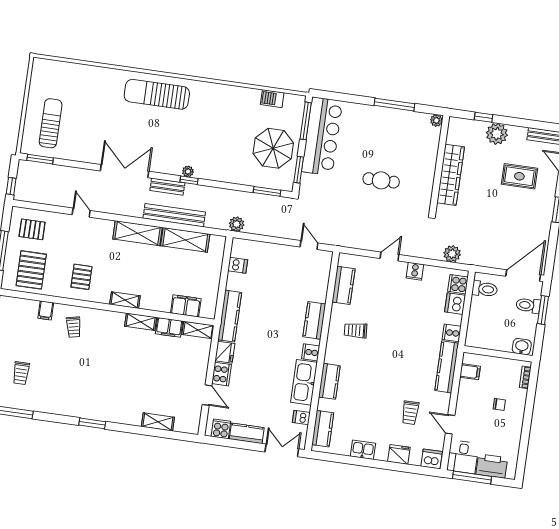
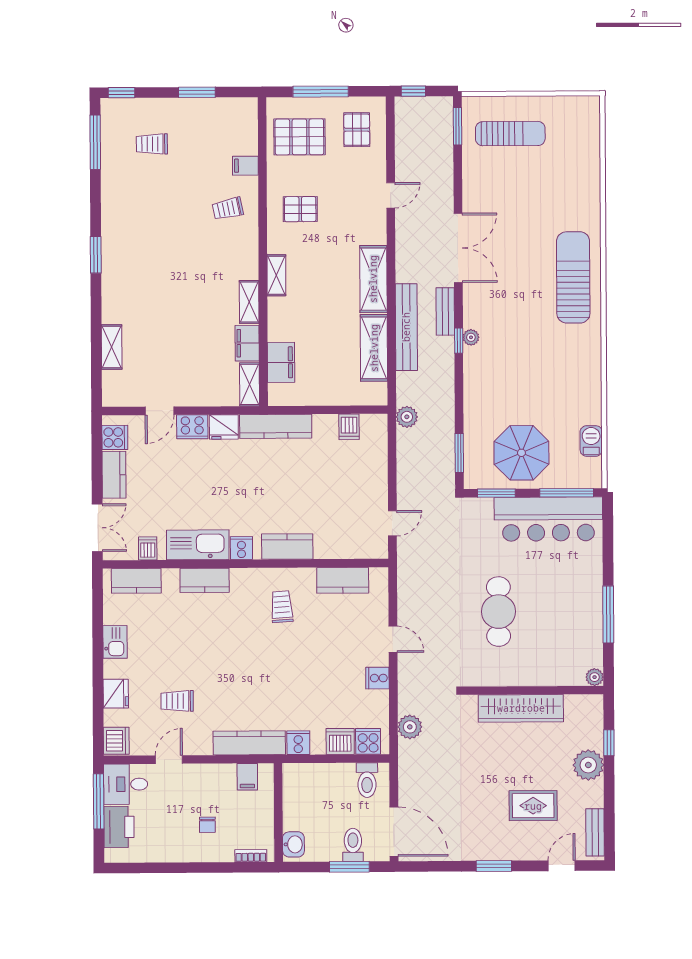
rug: (519, 176) -> (533, 806), turned 90
cafe table: (381, 180) -> (499, 612), width x1.37, depth x1.35

